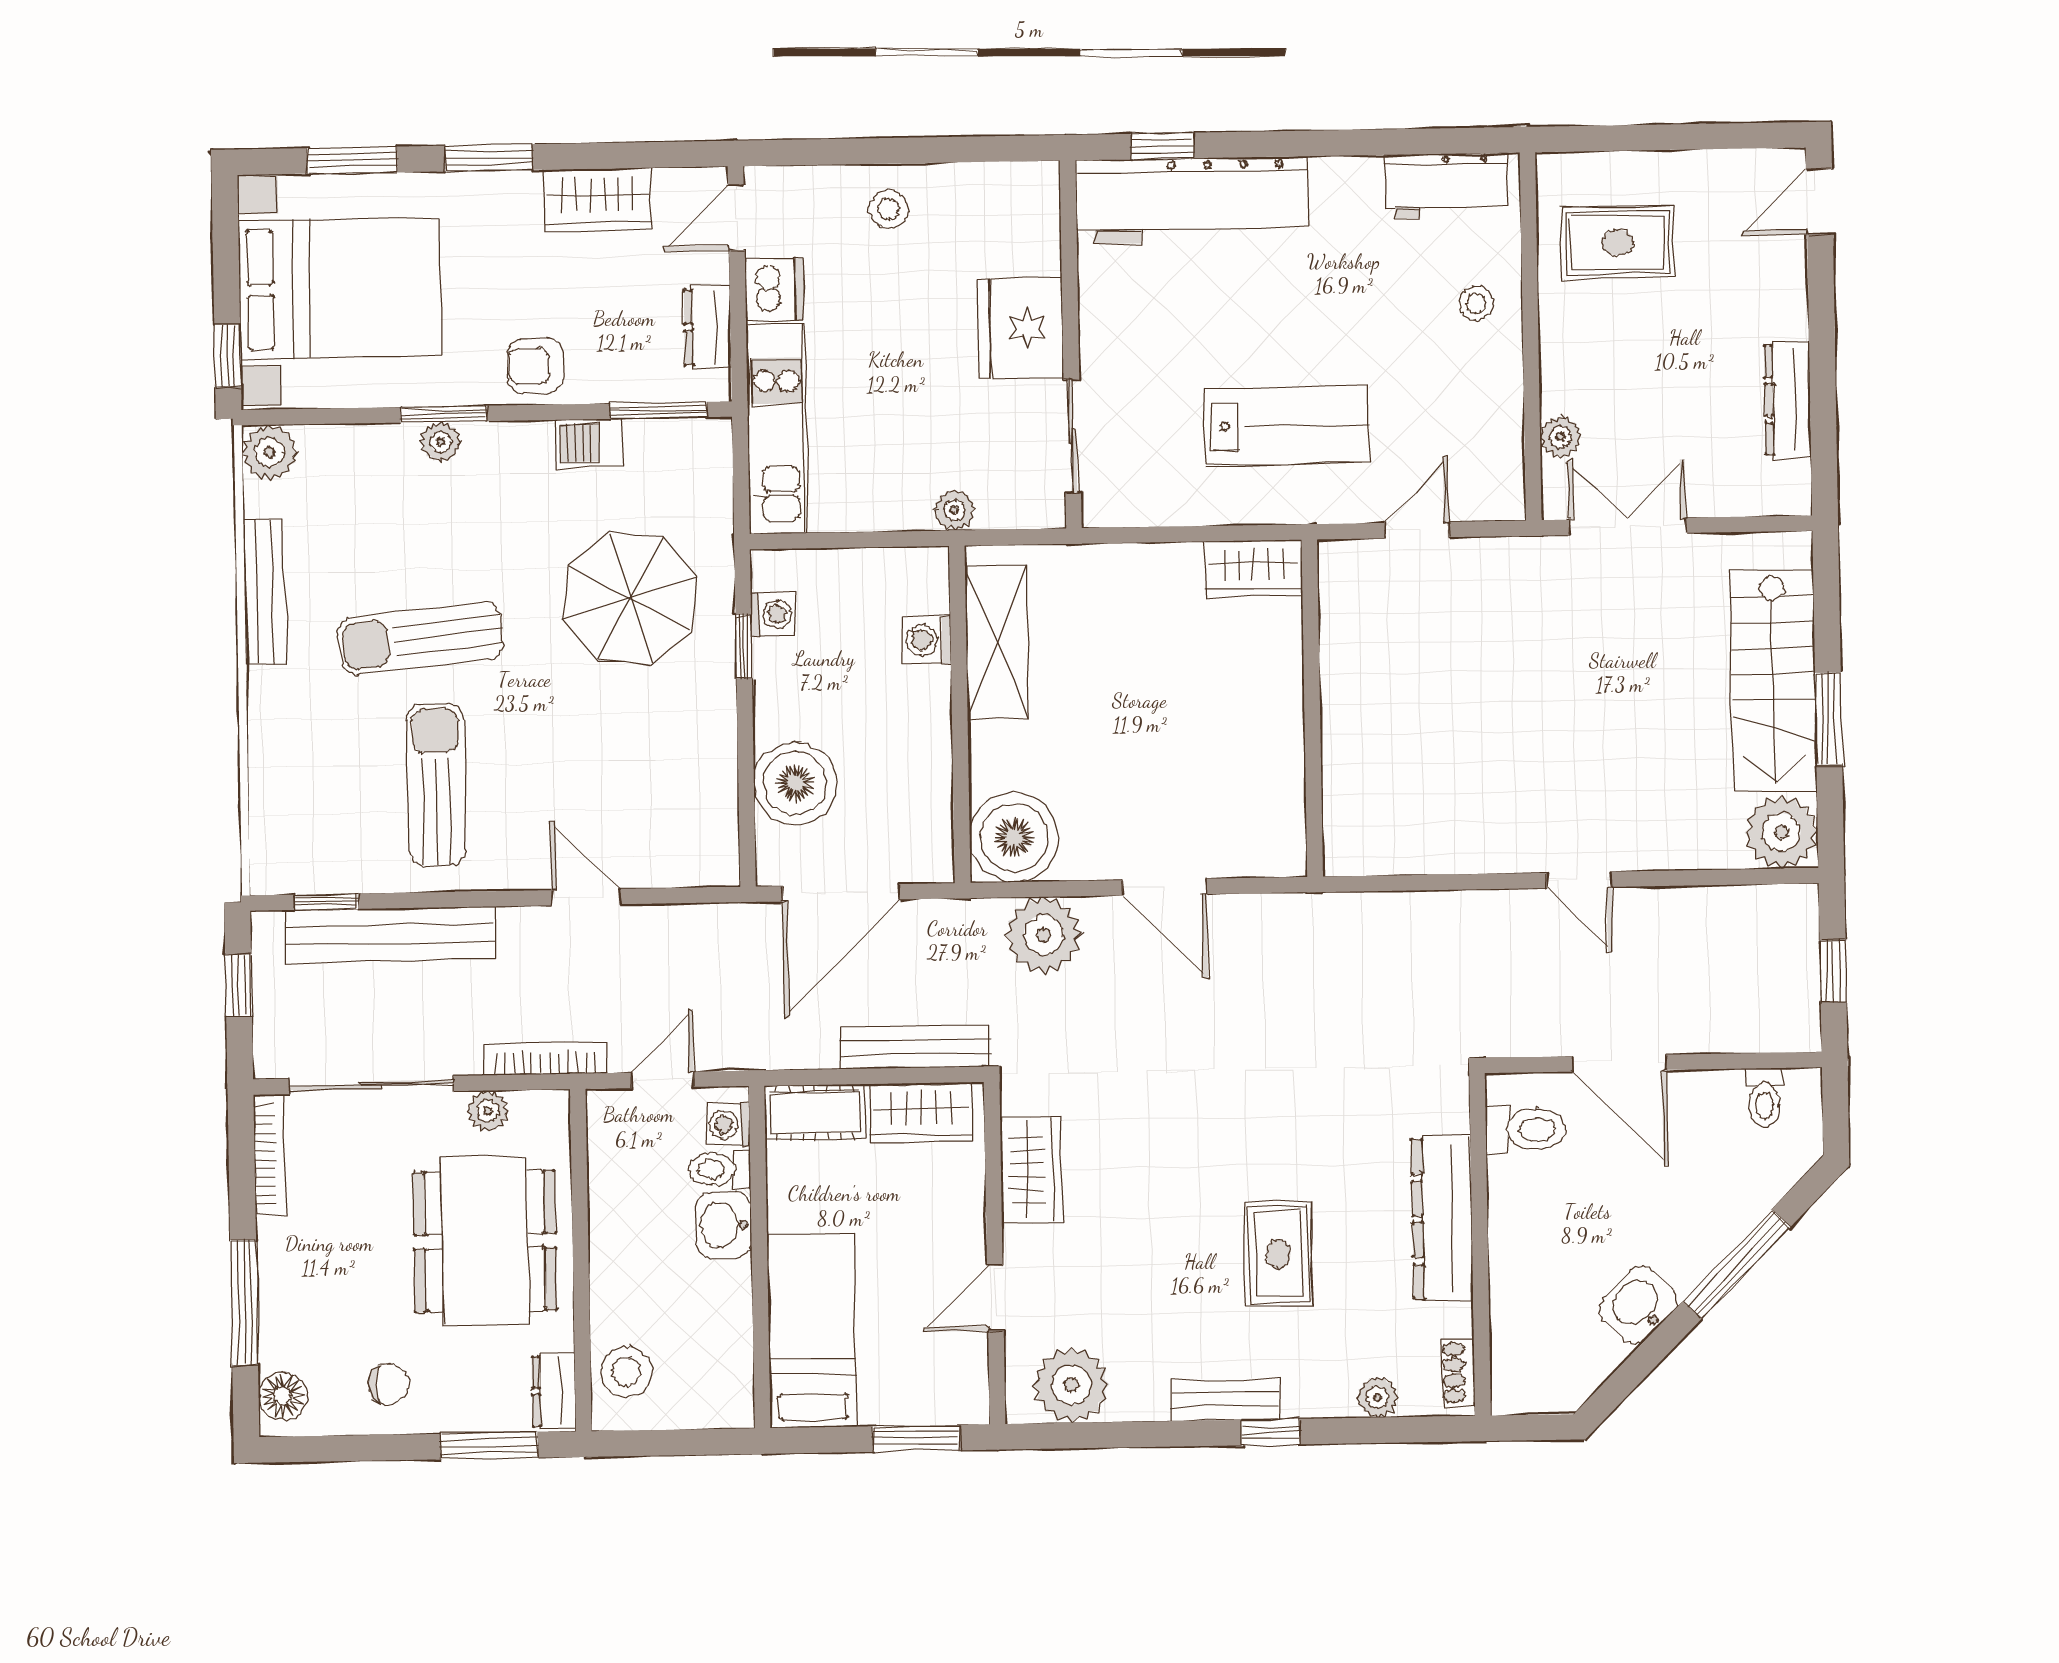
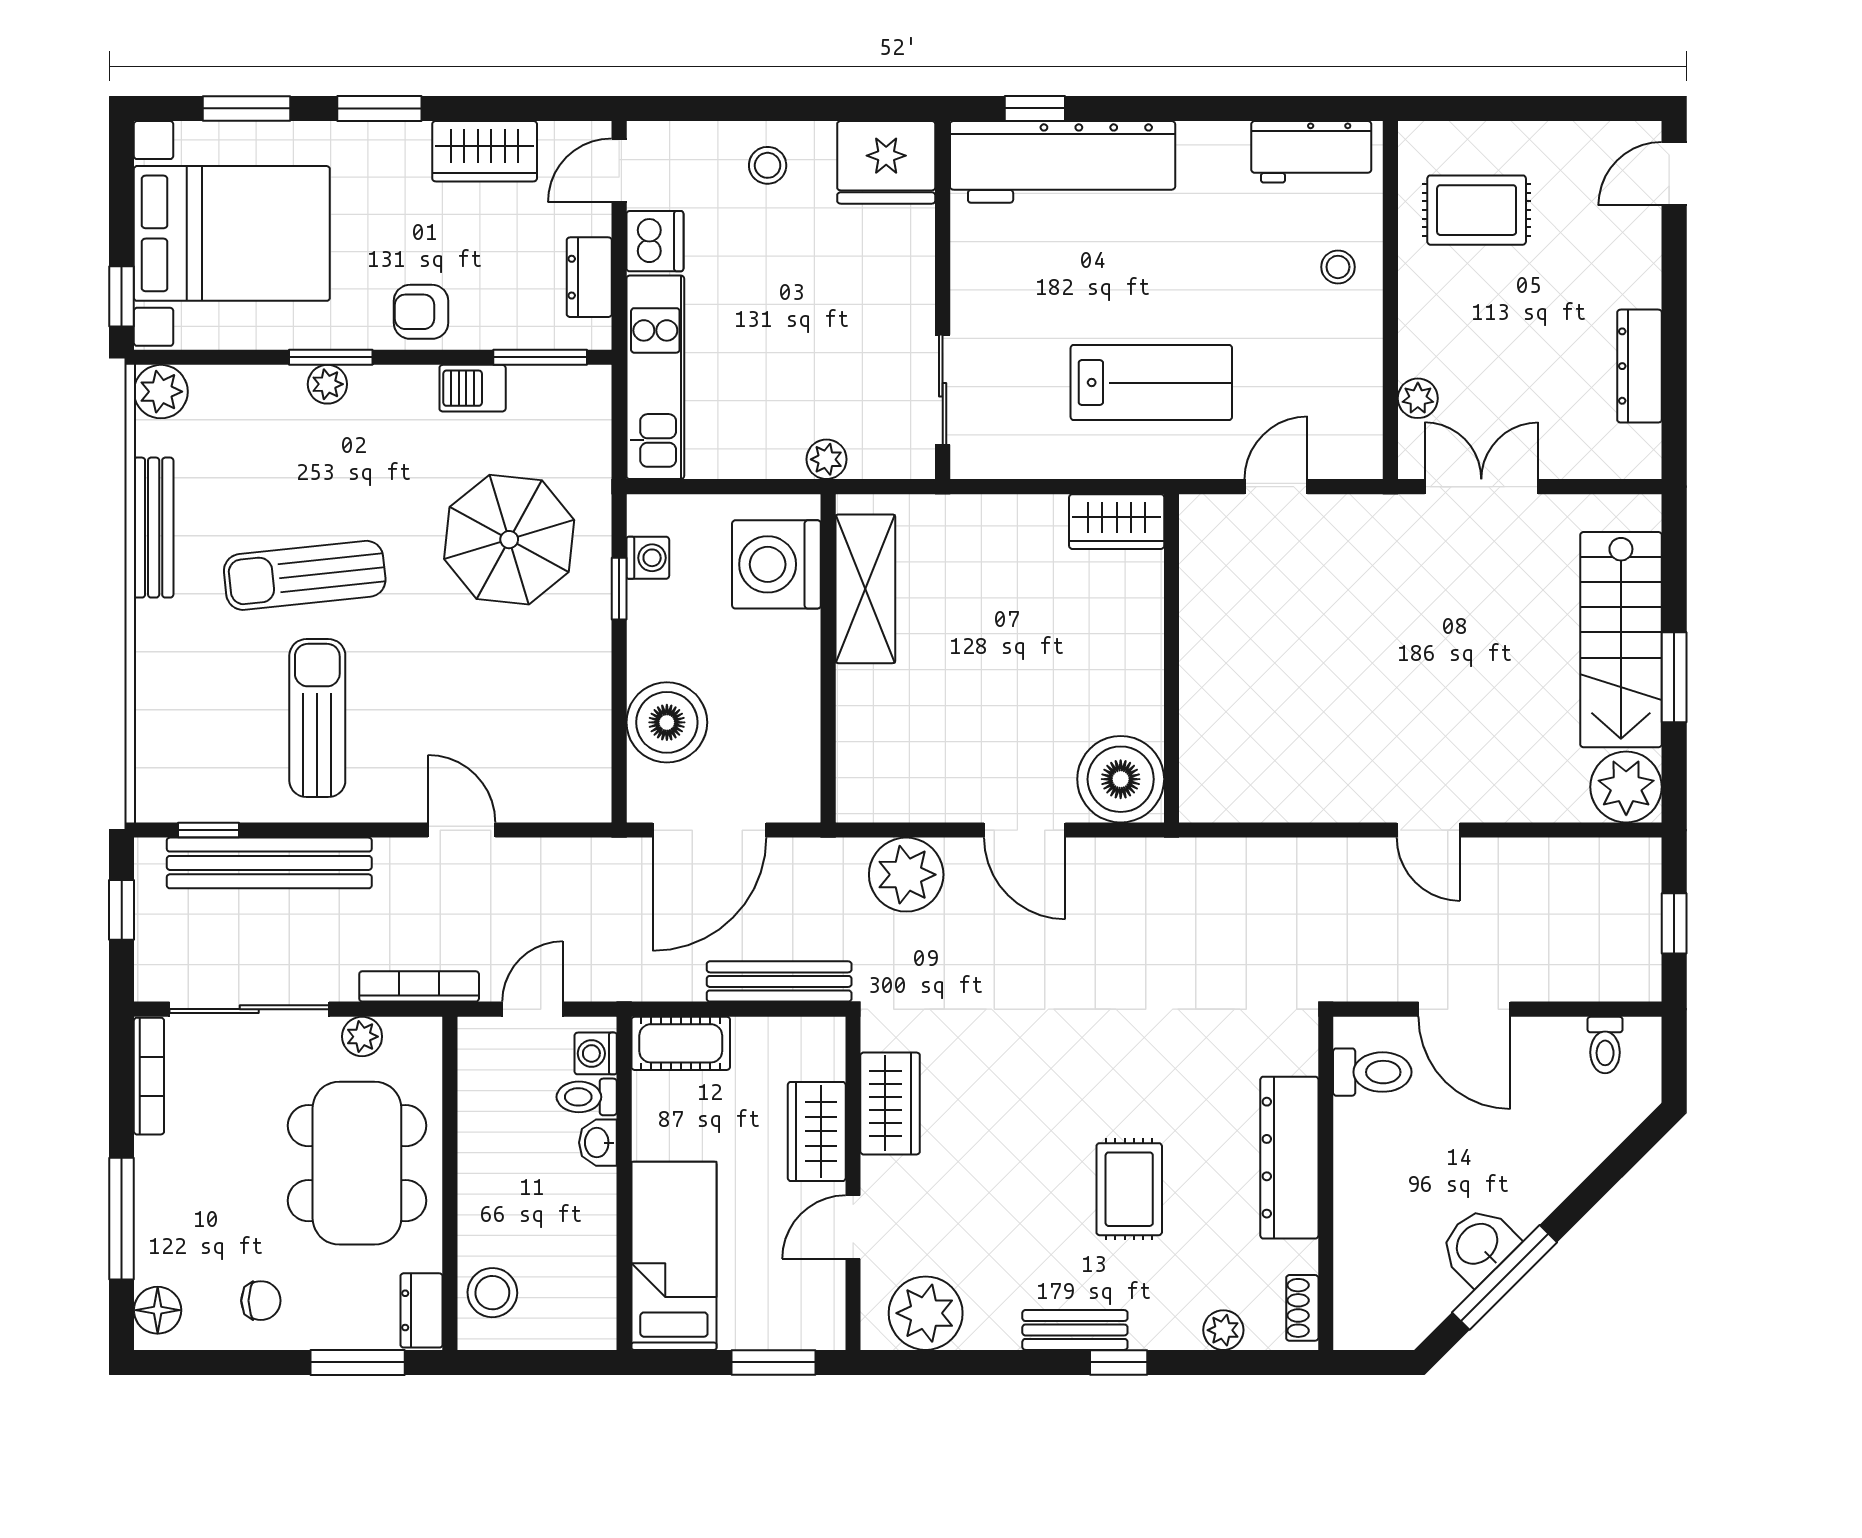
fridge: (1020, 328) -> (886, 162), moved, turned -90
washing machine: (927, 640) -> (776, 564), width x1.89, depth x1.89
boiler: (1014, 838) -> (1121, 779), moved
wardrobe: (921, 1113) -> (817, 1131), moved, turned 90
washbasin: (723, 1225) -> (598, 1143), width x0.72, depth x0.69
window: (1737, 1264) -> (1505, 1277), moved

